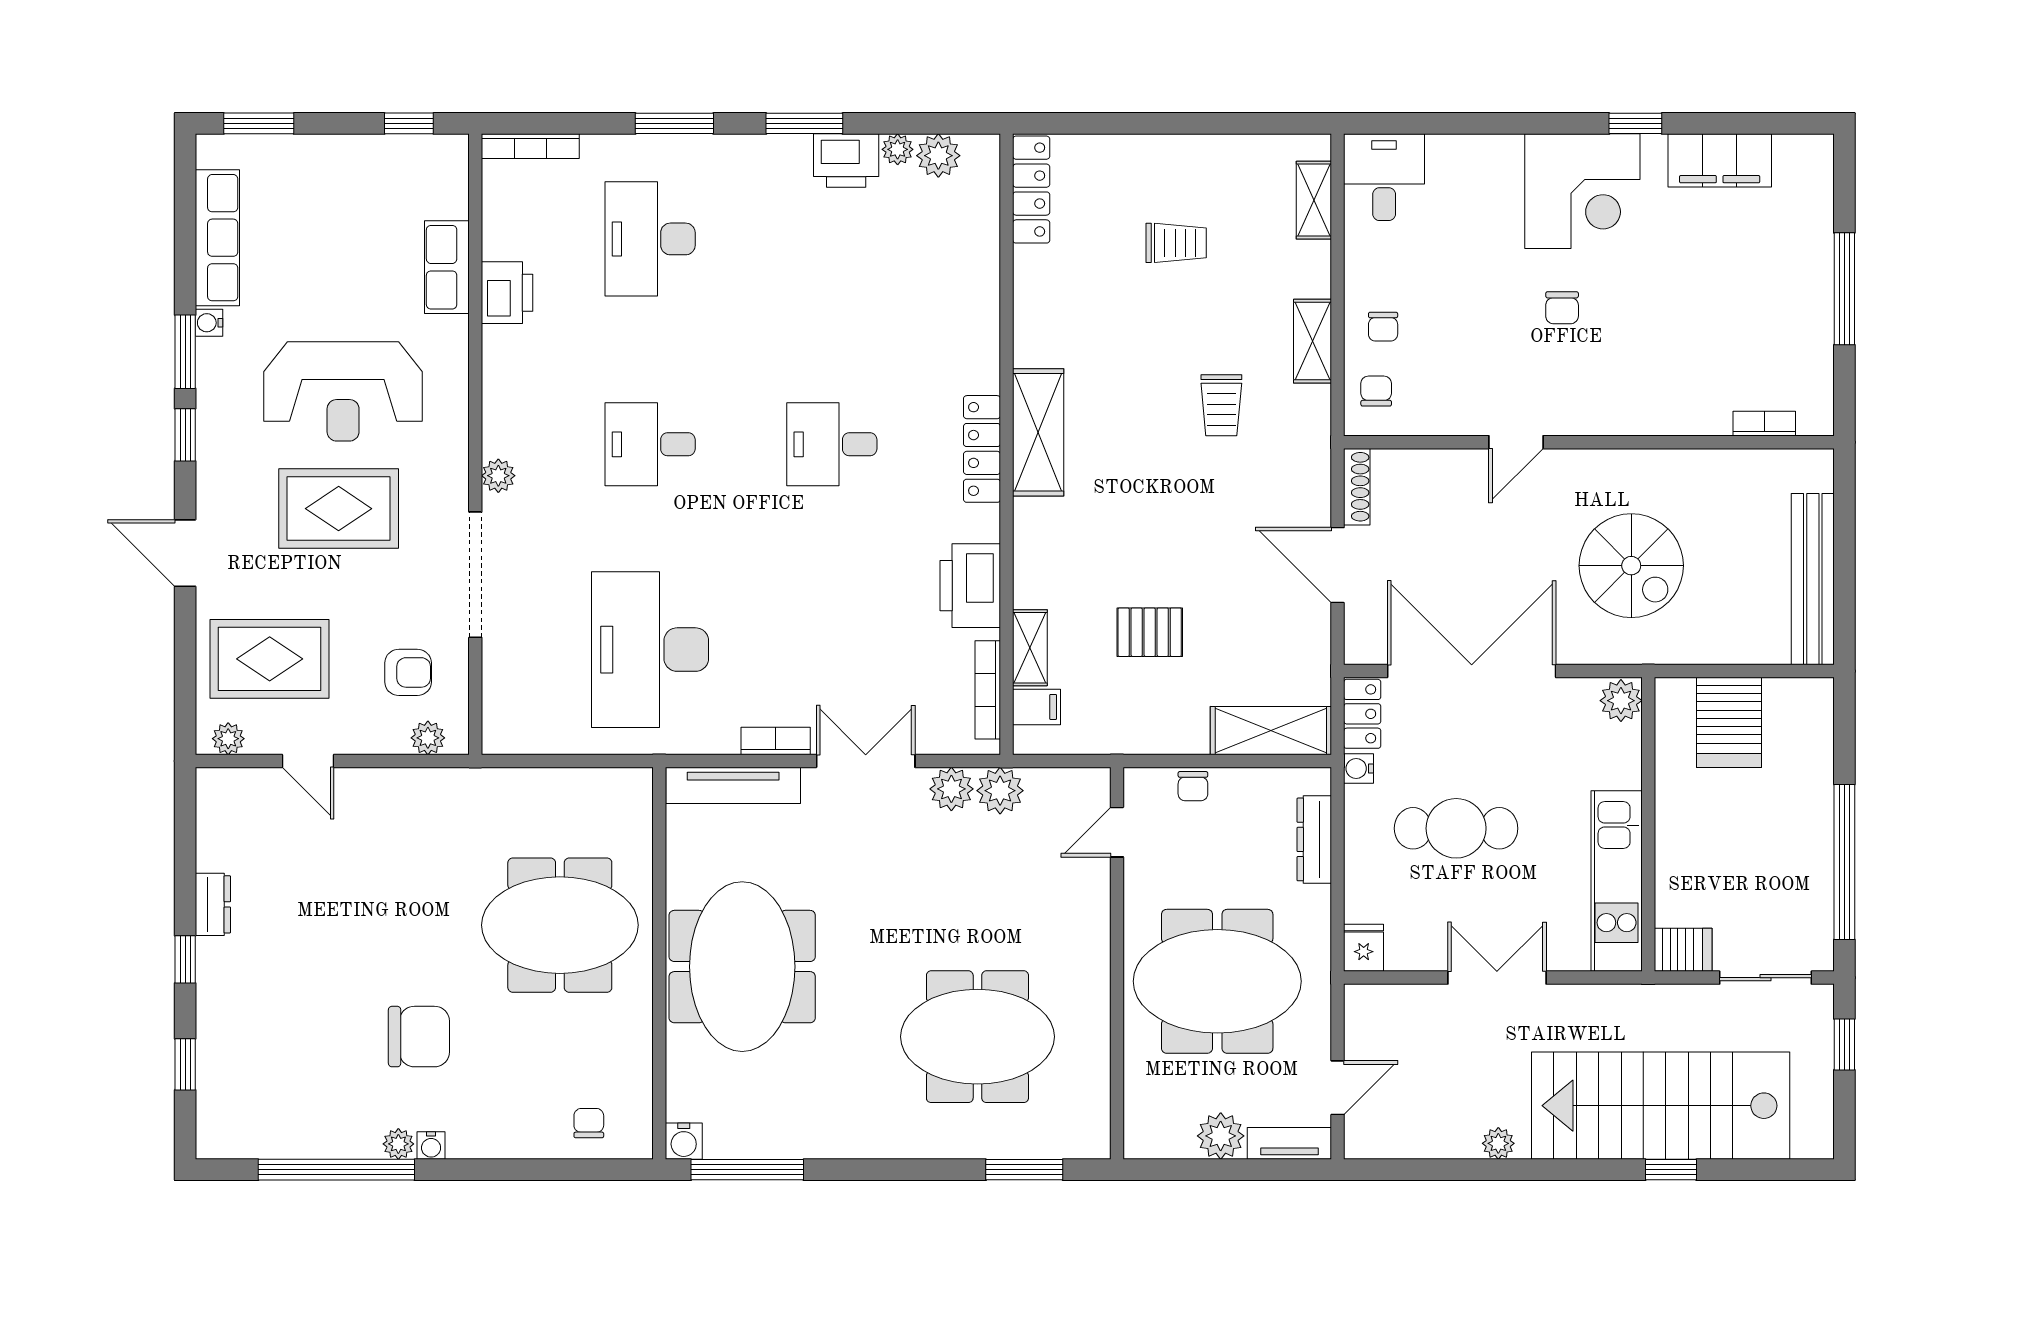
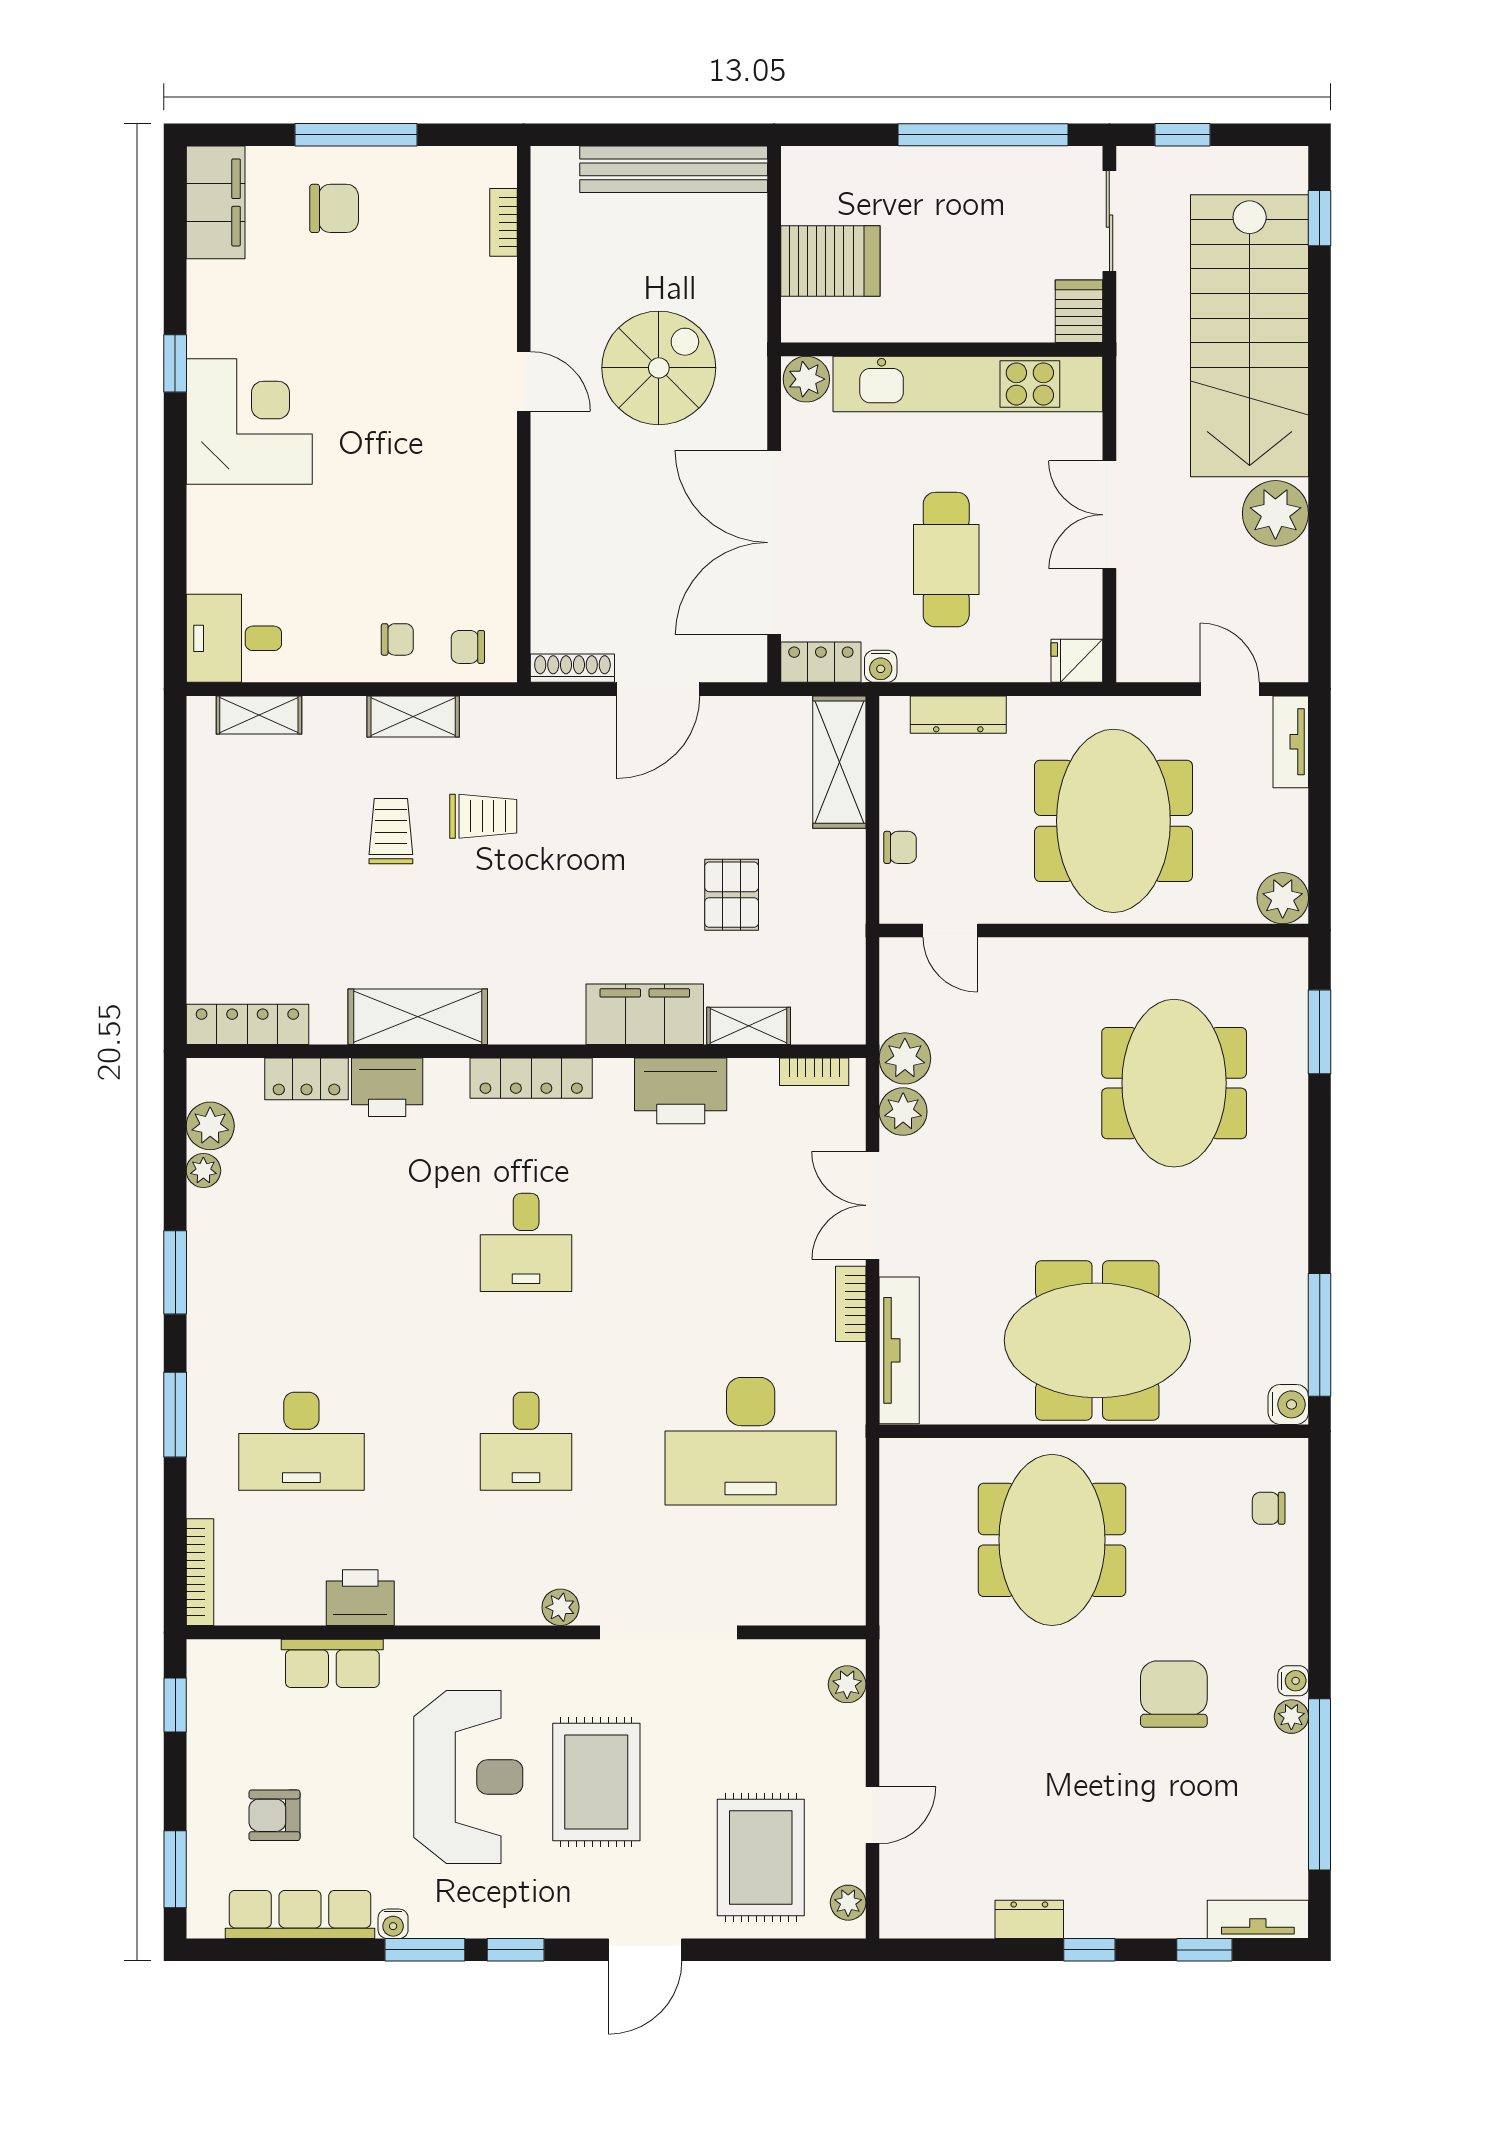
filing cabinet: (1720, 160) -> (216, 202), moved
printer: (846, 161) -> (387, 1087), moved, turned 90
trolley: (1176, 243) -> (391, 831), moved
locker: (981, 244) -> (307, 1079), added
chair: (1562, 308) -> (334, 208), moved, width x1.37, depth x1.37
shelving: (1038, 432) -> (418, 1017), moved
door: (1516, 442) -> (524, 381), moved
armchair: (408, 672) -> (274, 1815), moved, turned -90
bookcase: (988, 690) -> (814, 1072), width x0.64
filing cabinet: (1036, 707) -> (645, 1014), moved, width x3.00, depth x1.17
kitchen unit: (1617, 881) -> (968, 384), width x1.36
tv unit: (213, 1113) -> (1258, 1919), added
plant: (1221, 1136) -> (1283, 898), moved
plant: (1498, 1143) -> (1275, 513), width x1.88, depth x1.88
window: (1671, 1170) -> (1320, 218), moved

